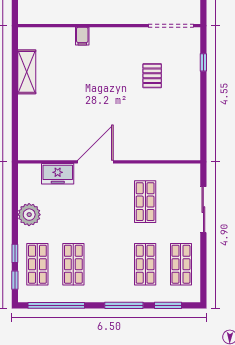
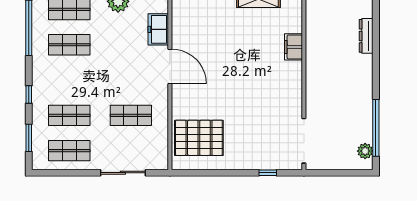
filing cabinet: (82, 36) -> (294, 47), width x2.00
pallet: (152, 76) -> (199, 138), moved, width x2.05, depth x2.00
window: (124, 305) -> (29, 95), width x0.46

